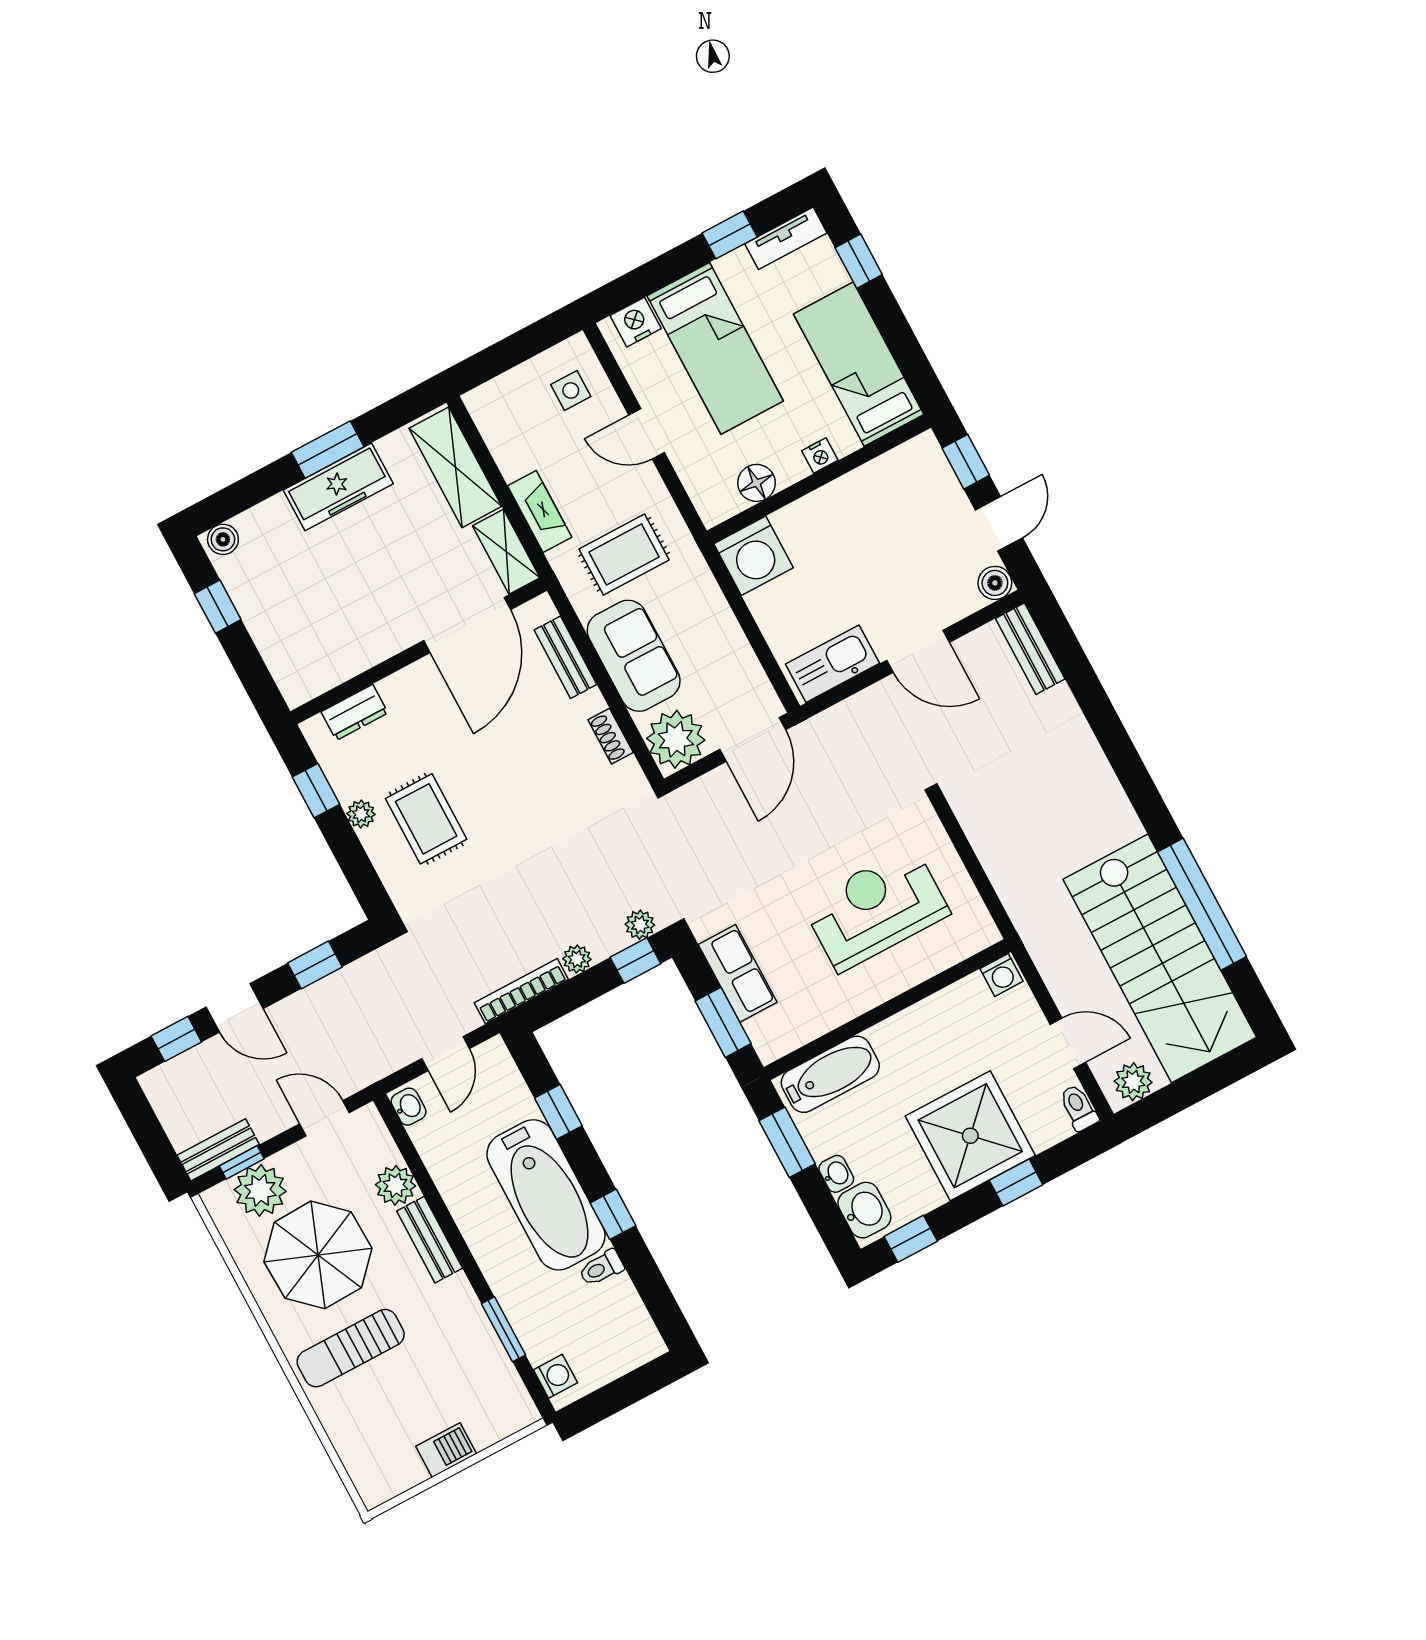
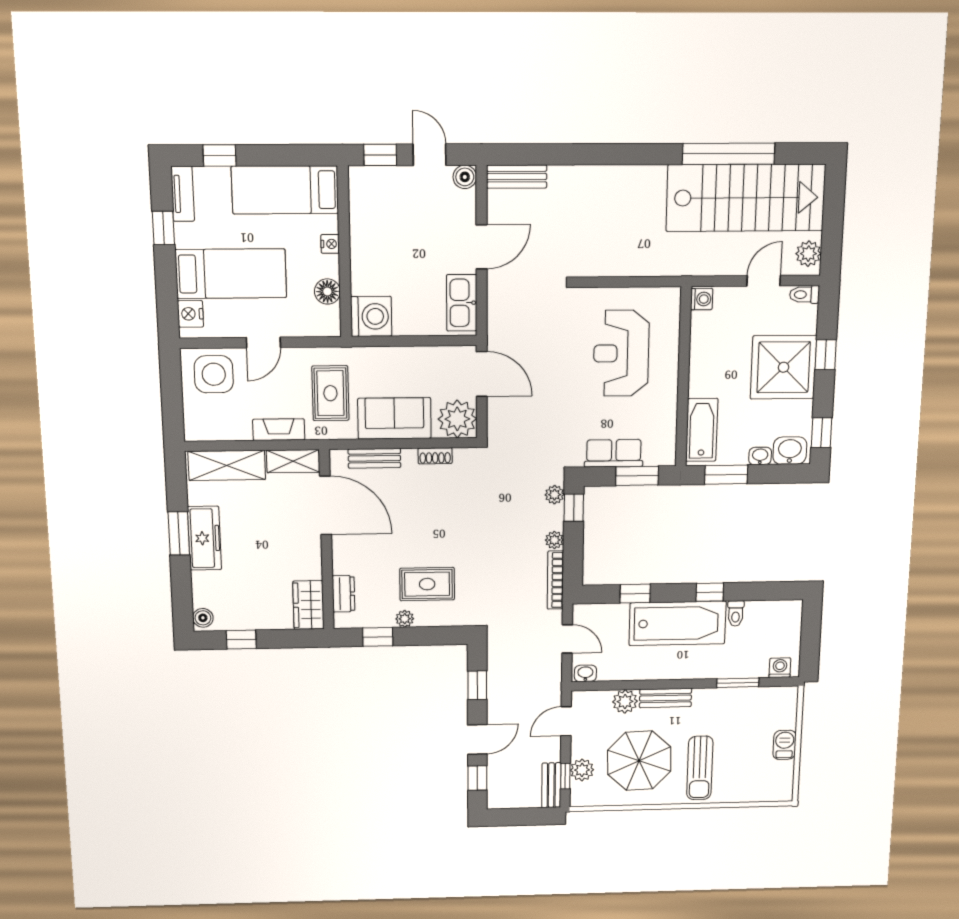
side table: (571, 390) -> (214, 374), width x1.87, depth x1.87
wardrobe: (314, 673) -> (308, 605), added
plant: (260, 1190) -> (582, 770), width x0.73, depth x0.73

